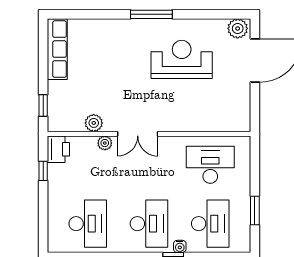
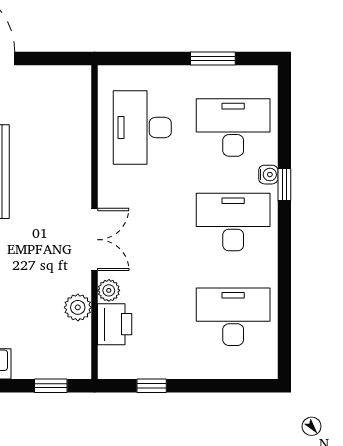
printer: (58, 149) -> (115, 324), moved, turned 90

